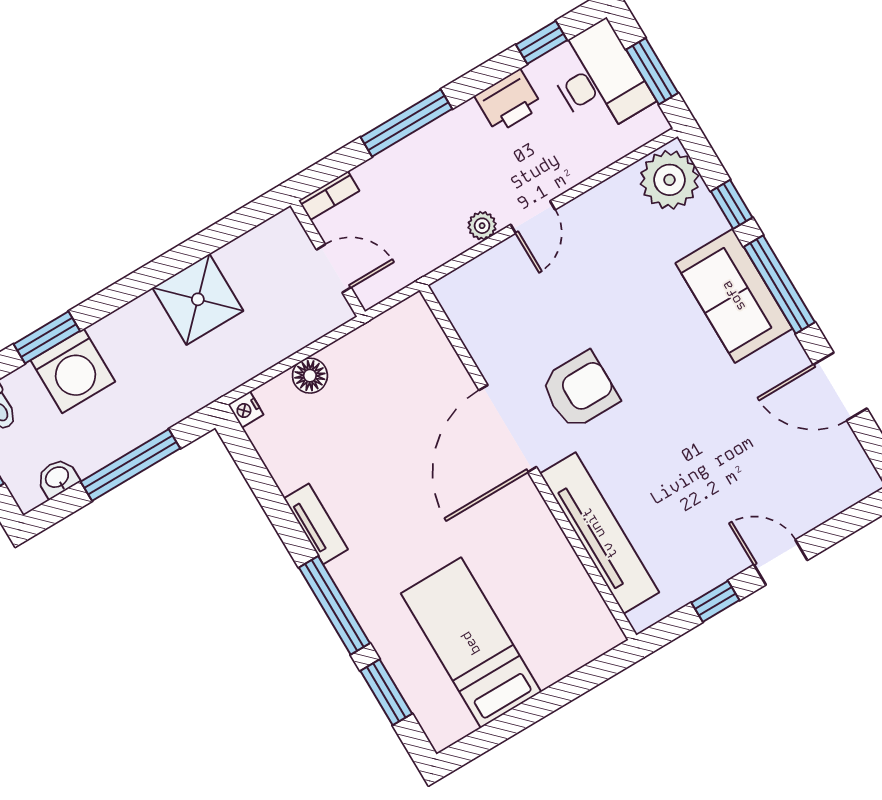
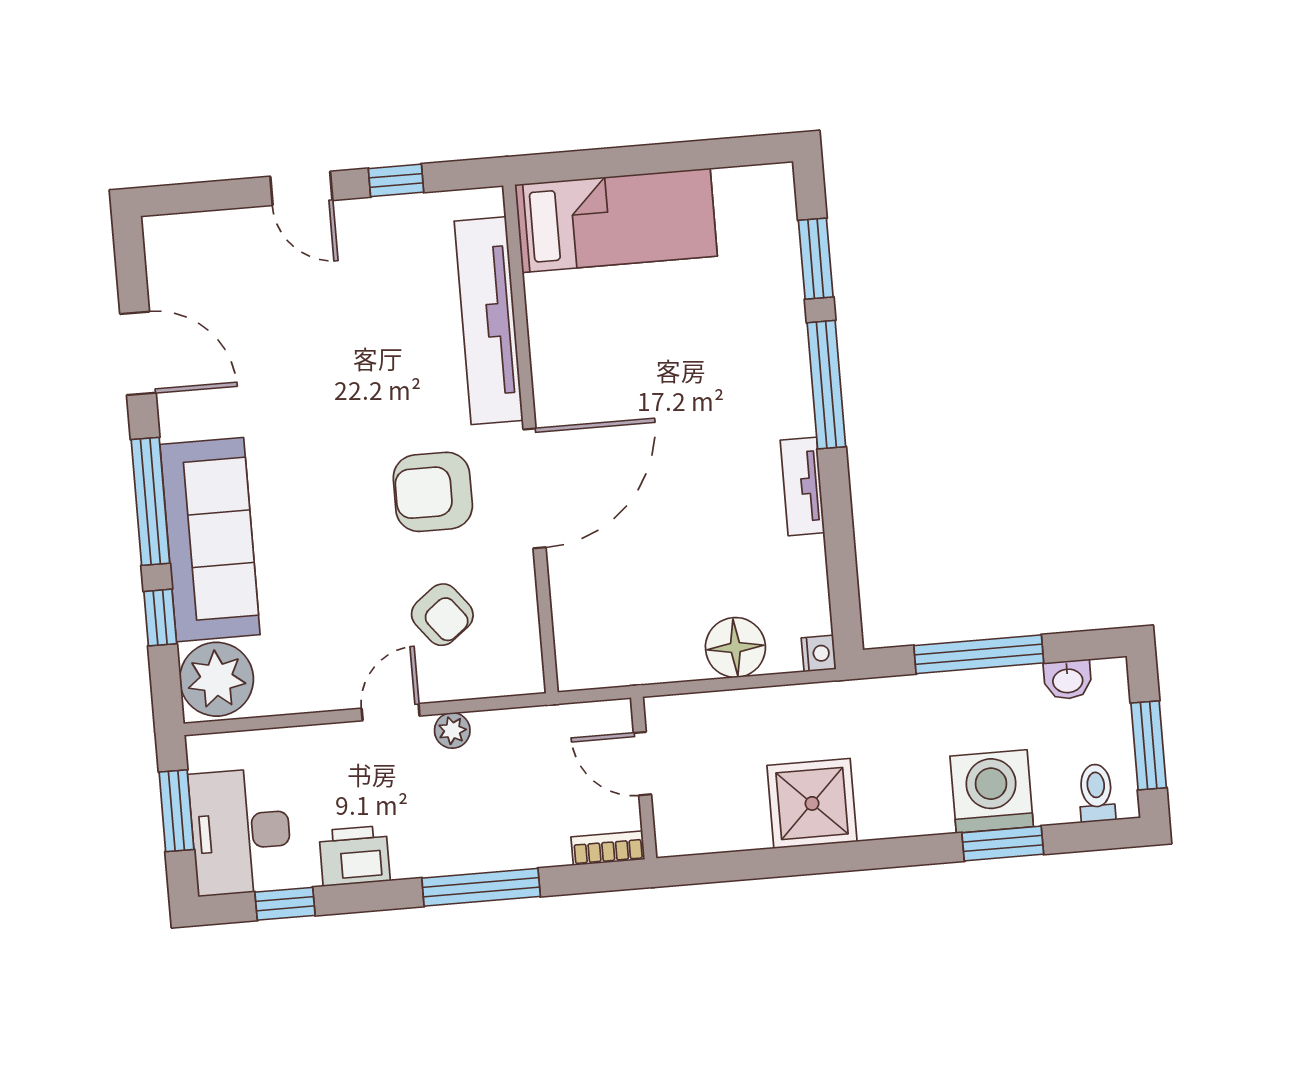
sofa: (734, 296) -> (210, 540), width x1.36
armchair: (530, 305) -> (442, 615), added
floor lamp: (310, 376) -> (735, 647), width x1.38, depth x1.38
bed: (471, 643) -> (616, 220), moved, turned -90

